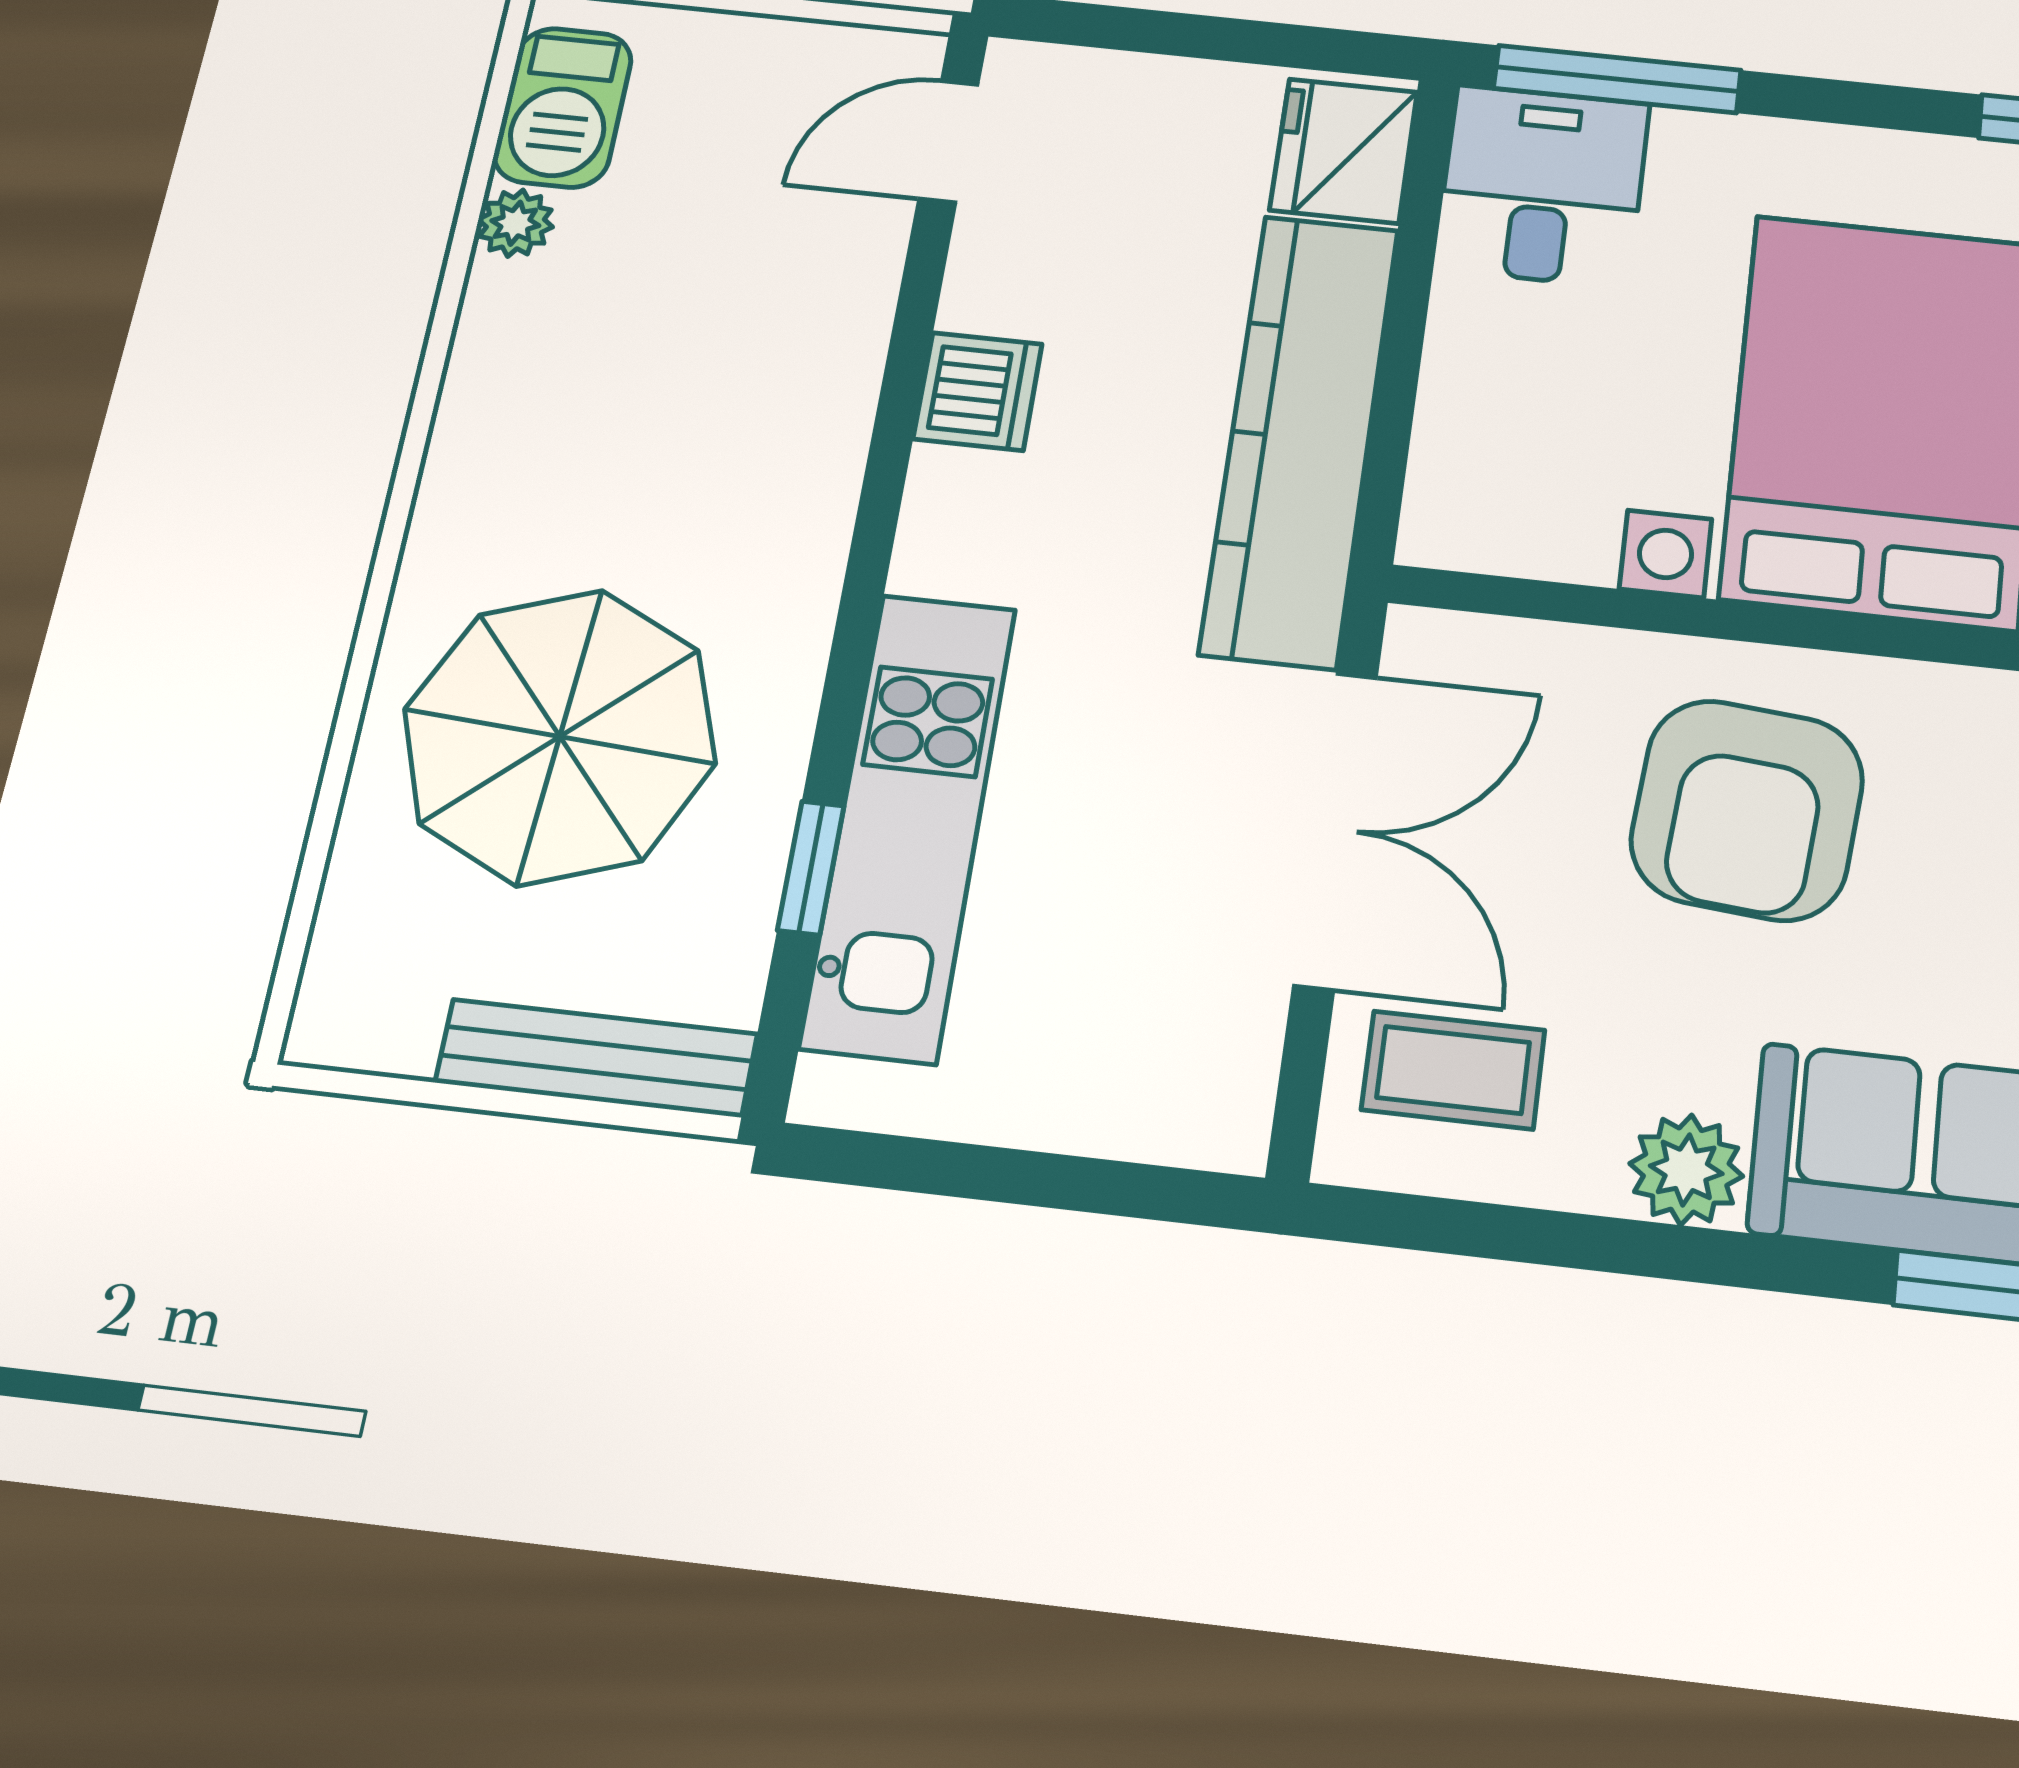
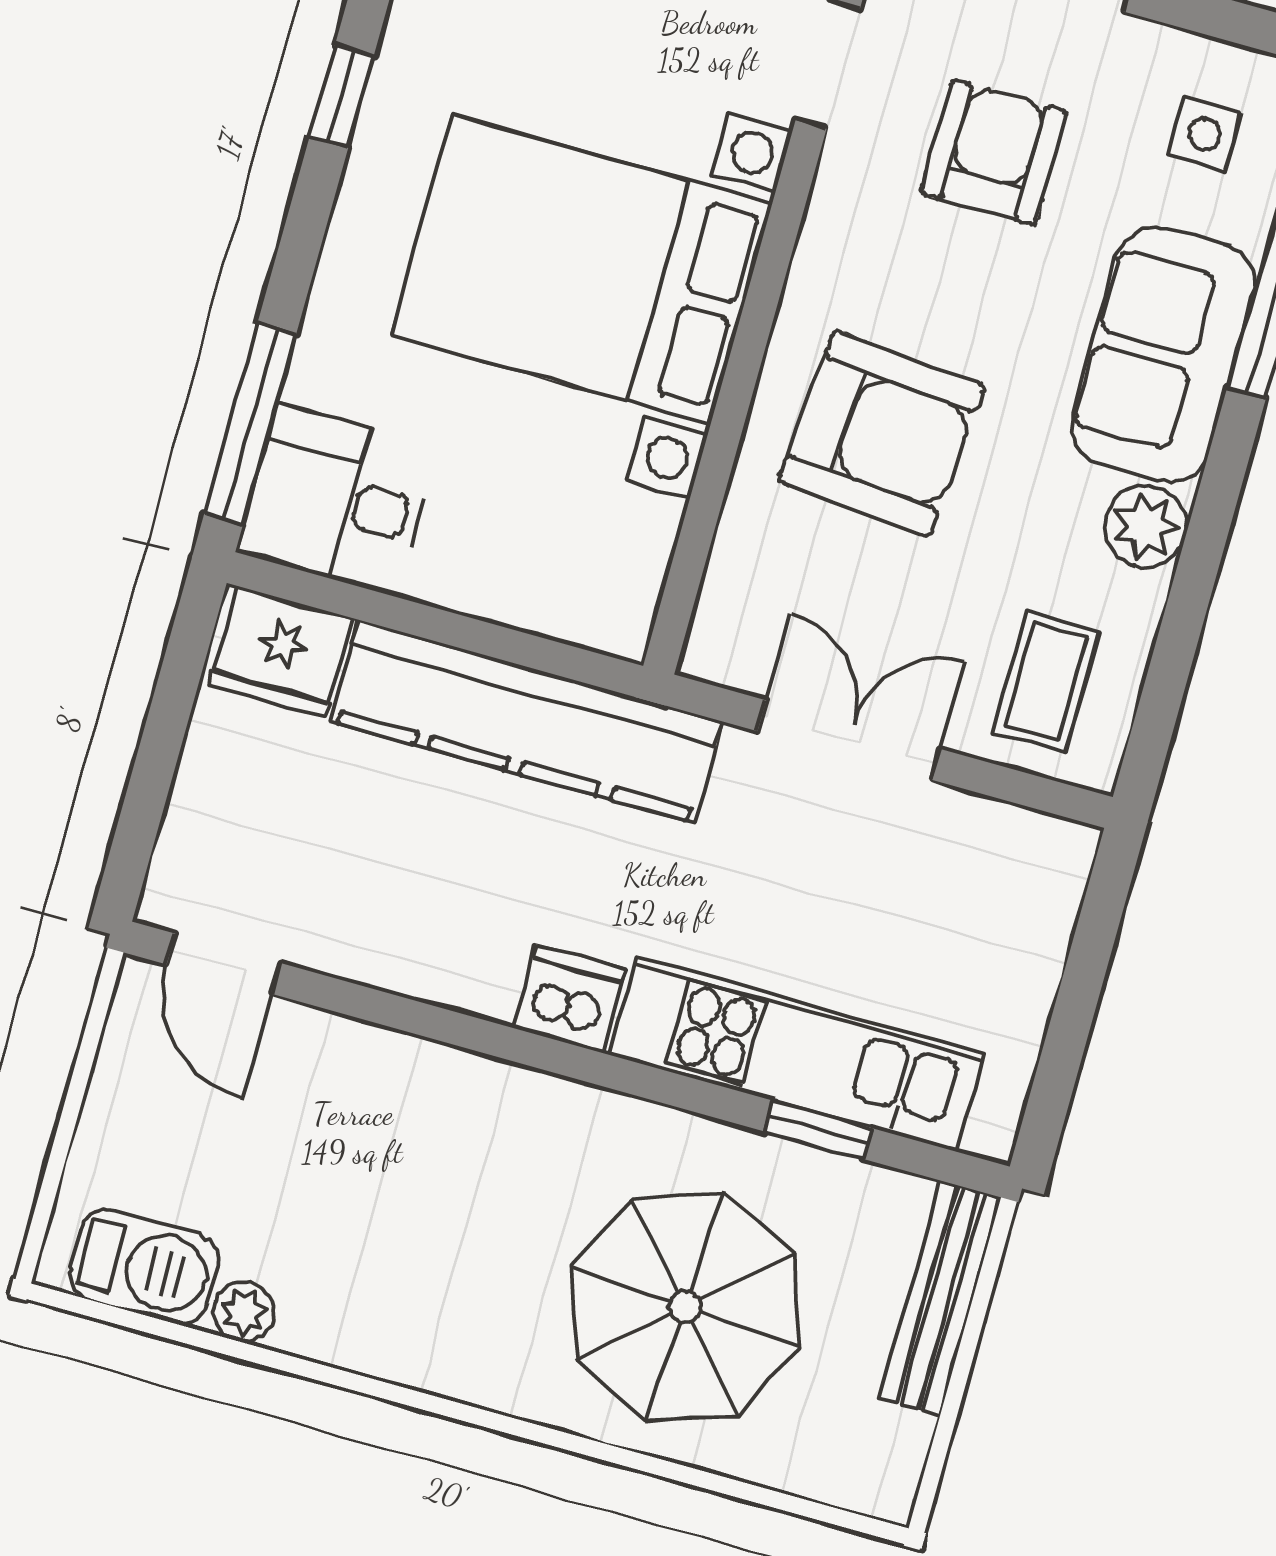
dishwasher: (978, 391) -> (569, 999), moved
double door: (1336, 829) -> (849, 740), width x0.73

